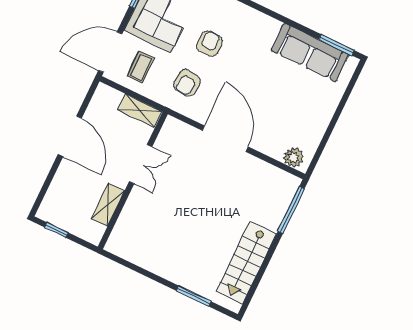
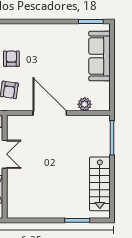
sofa: (310, 52) -> (99, 56), moved, turned 90
plant: (293, 157) -> (85, 104), moved

